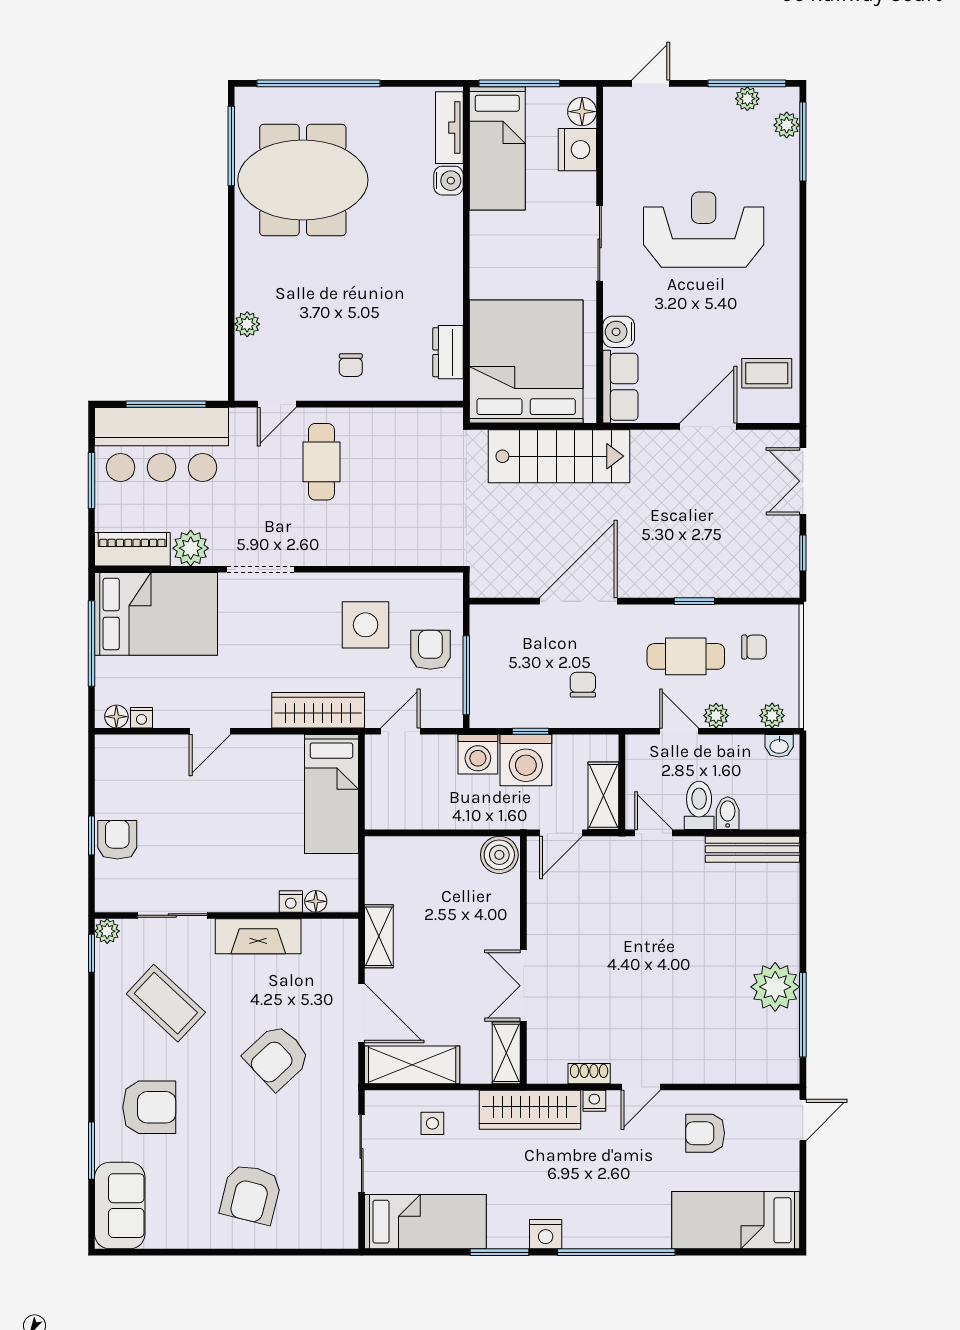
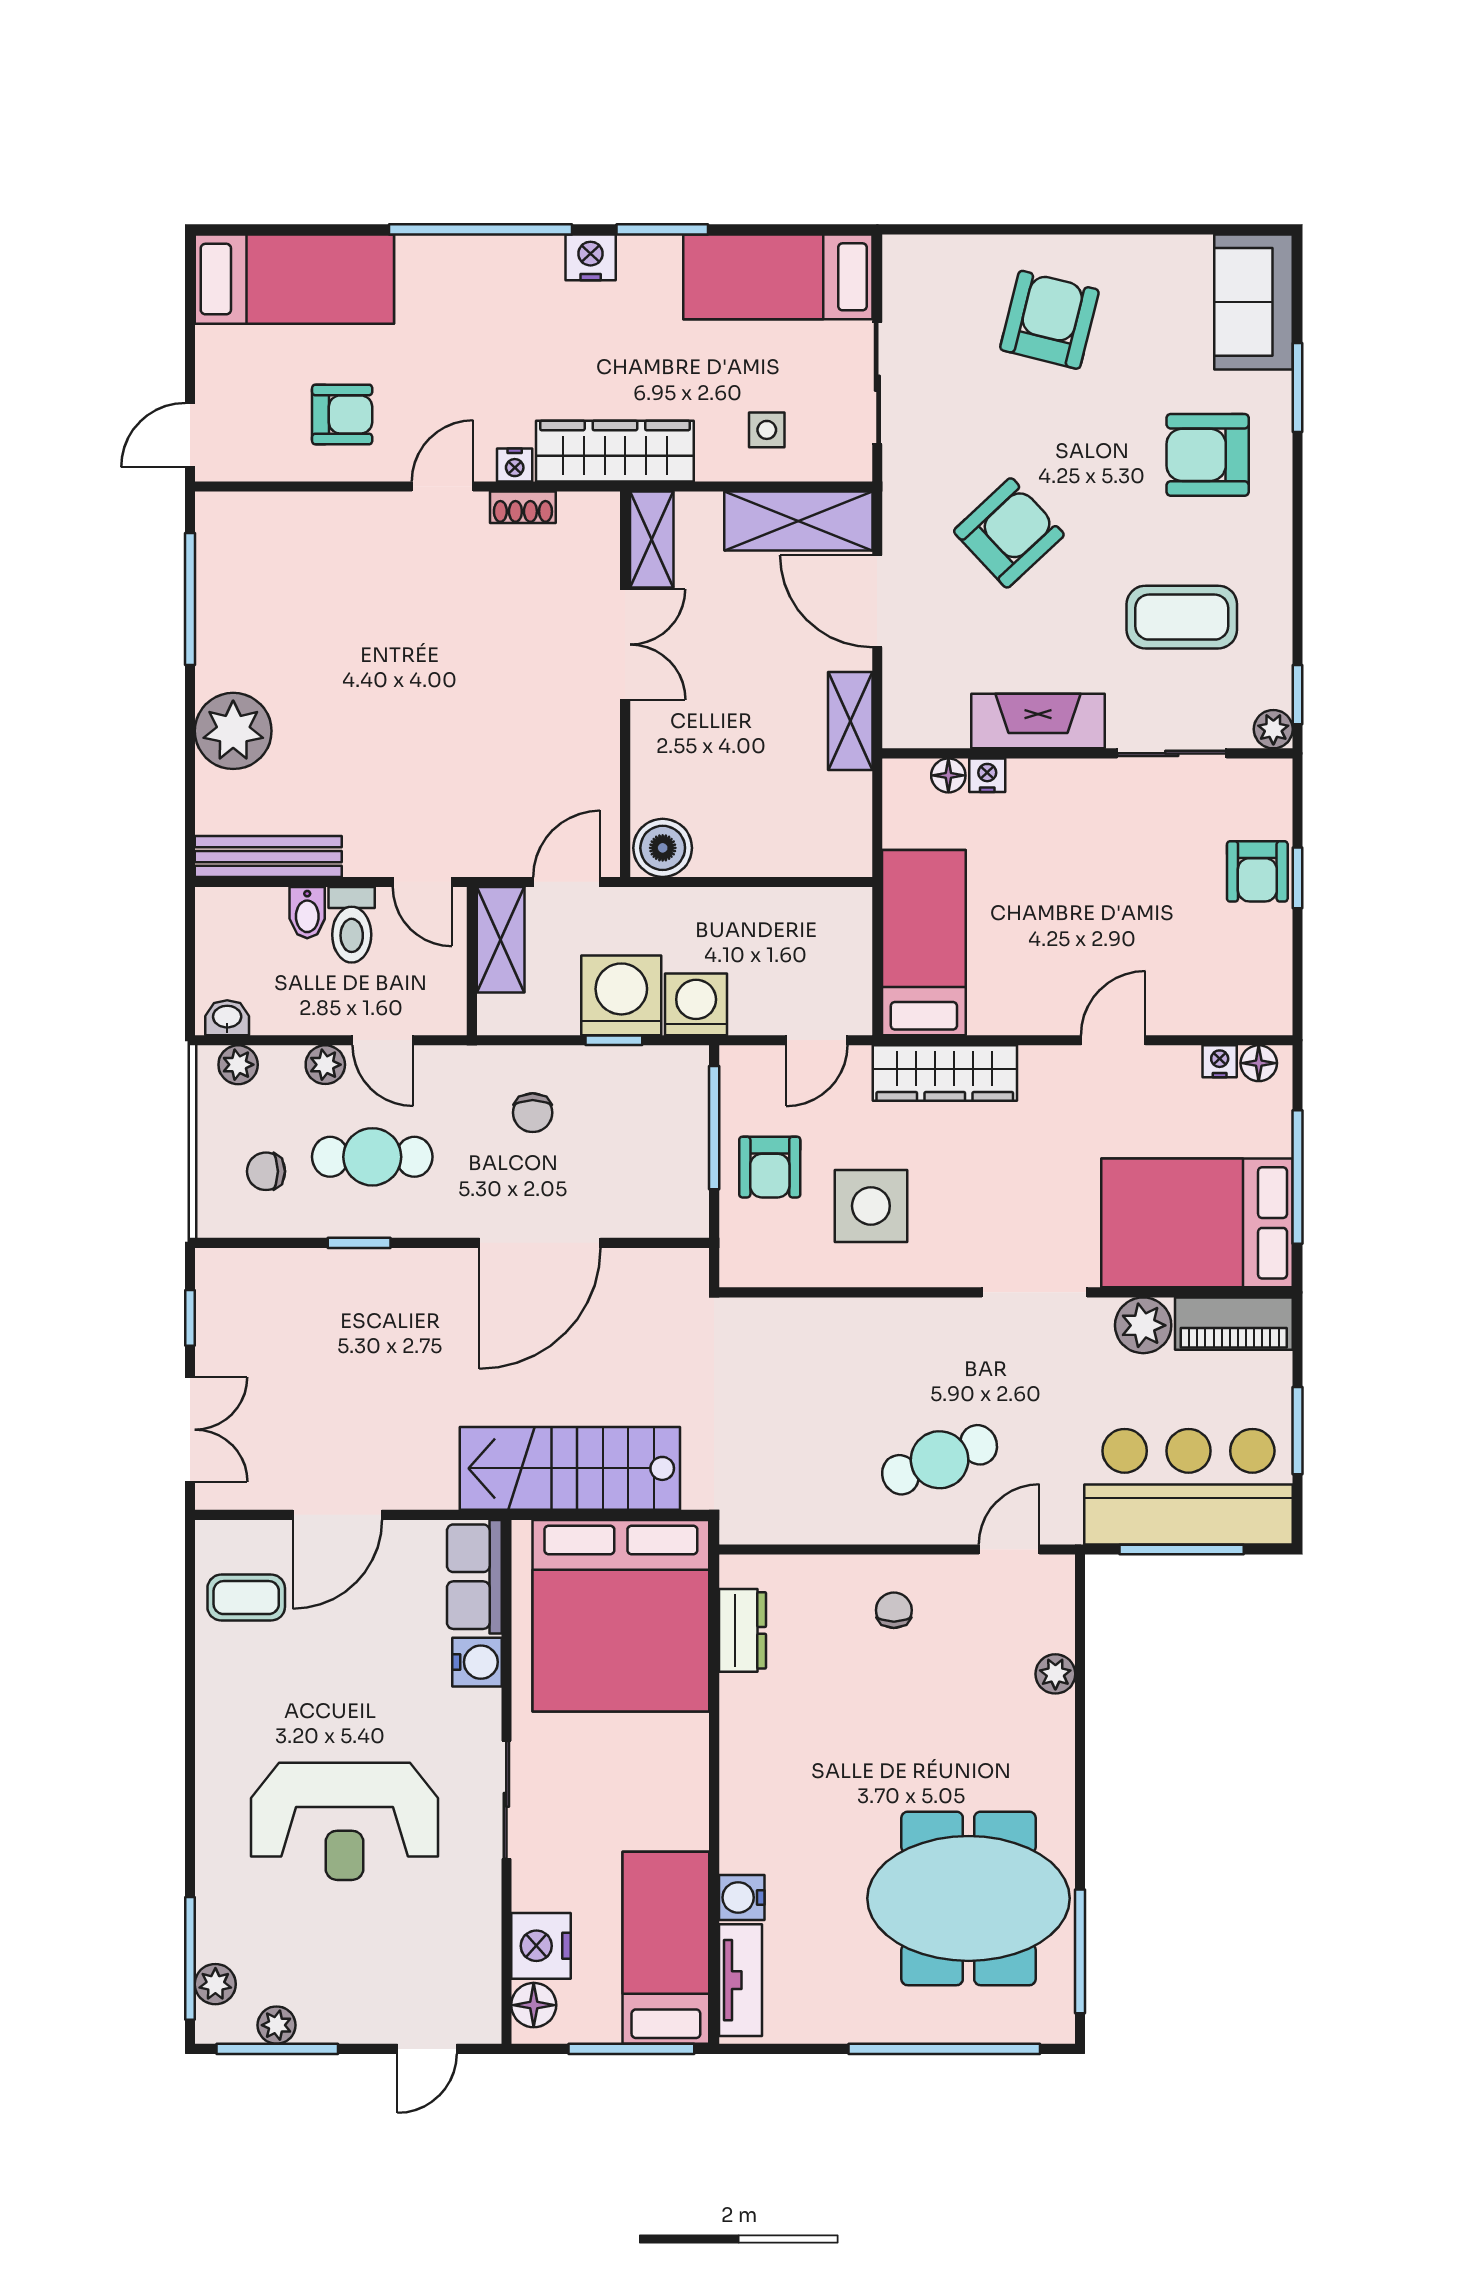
cafe table: (321, 462) -> (940, 1460), turned 69
plant: (775, 987) -> (233, 731), moved
coffee table: (166, 1003) -> (1182, 617), turned -43

